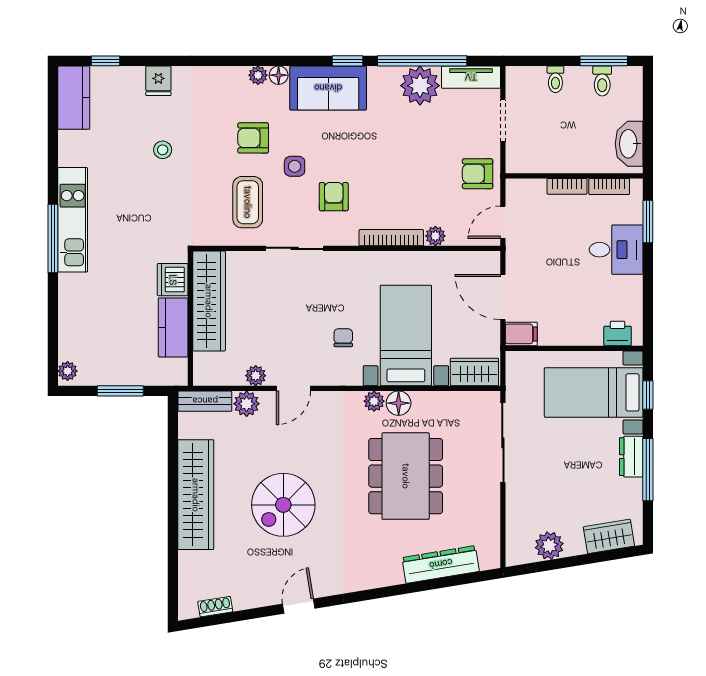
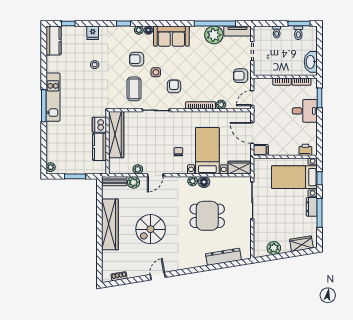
window: (348, 61) -> (123, 23), moved
dining table: (406, 476) -> (207, 216), width x0.73

